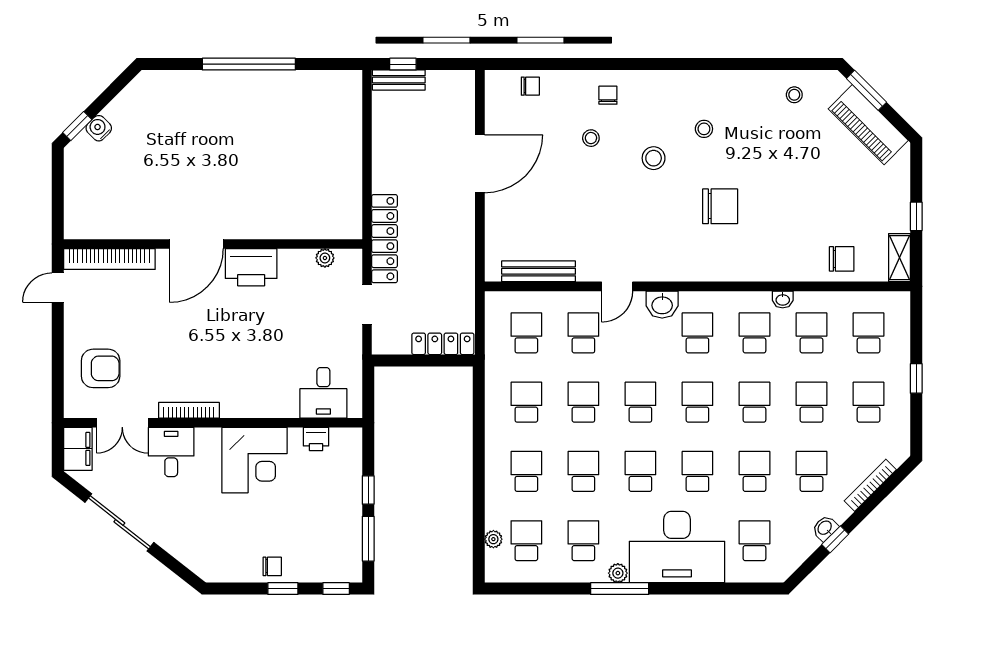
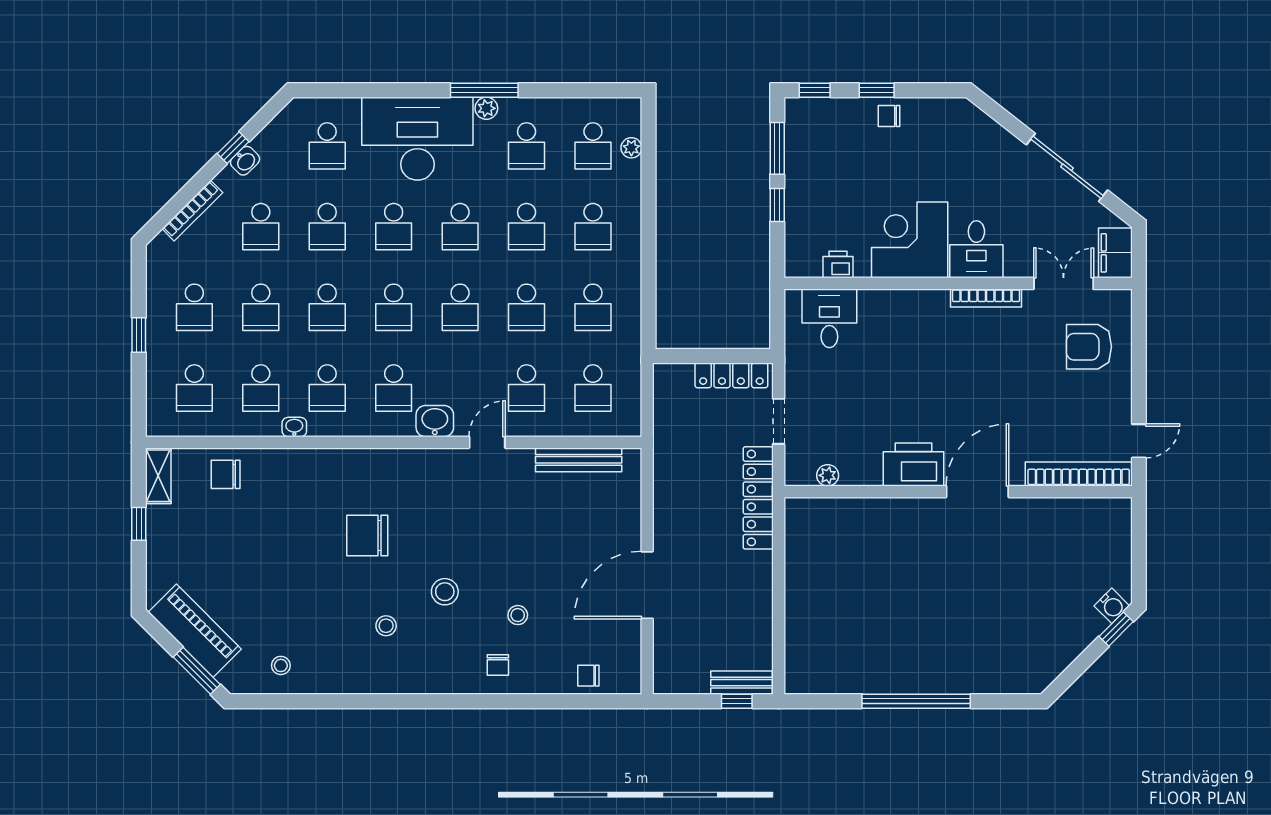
water cooler: (99, 128) -> (1112, 606), moved
locker: (443, 344) -> (731, 375), moved
desk: (171, 452) -> (976, 249), moved

